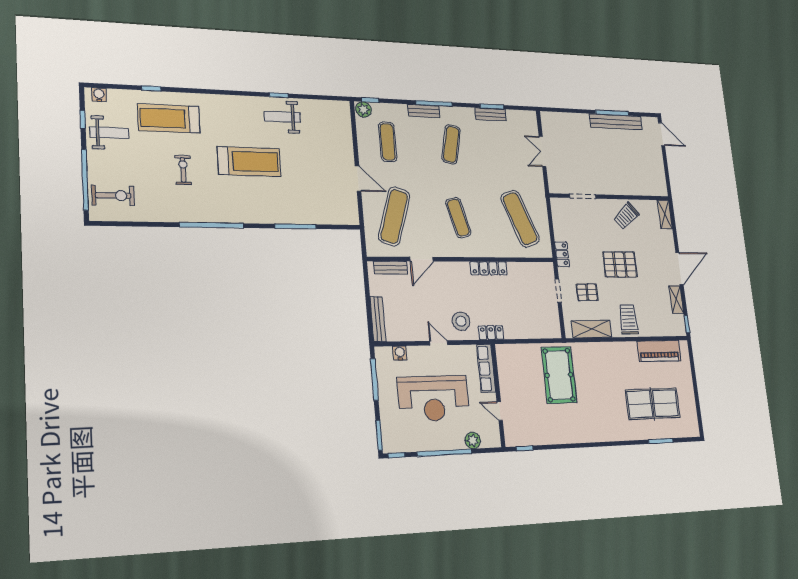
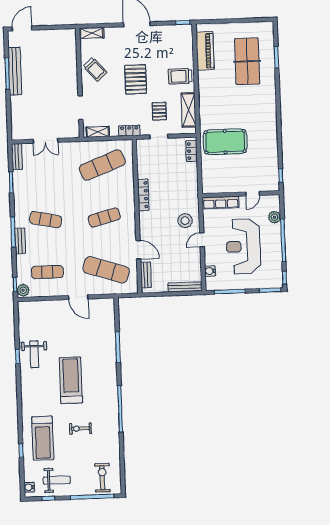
bench: (491, 114) -> (17, 157), moved
weight bench: (109, 133) -> (57, 480), turned 90
door: (358, 179) -> (78, 297), swing flipped
shelving: (676, 300) -> (98, 132), moved
locker: (491, 333) -> (192, 151), moved
reception desk: (433, 398) -> (243, 246), turned 180

